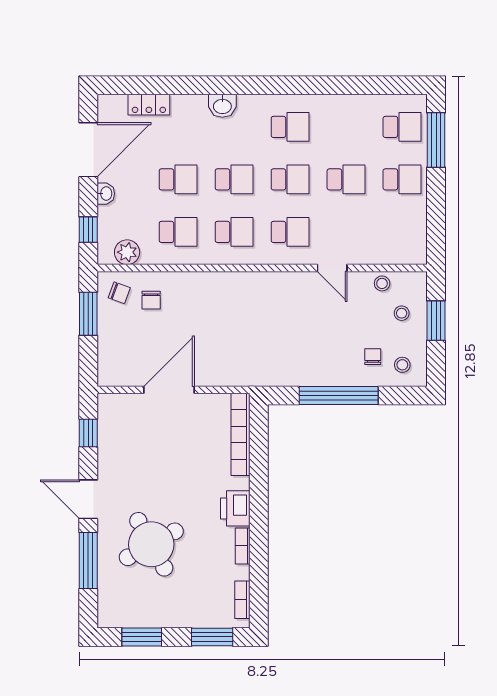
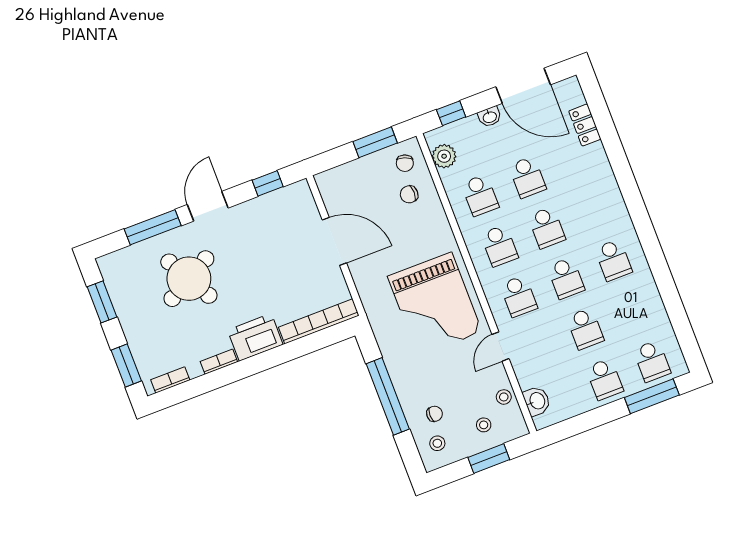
washbasin: (222, 106) -> (537, 401), moved, turned 180
grand piano: (267, 316) -> (435, 304), added
printer: (235, 508) -> (255, 337), width x1.37, depth x1.19

